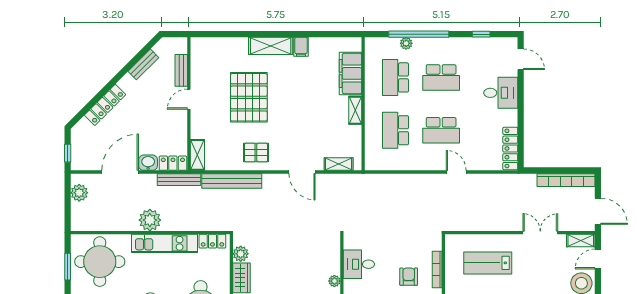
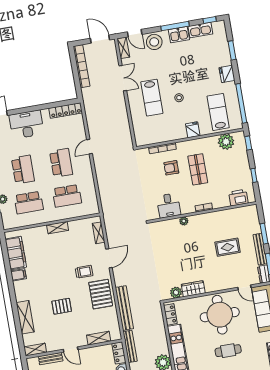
shelving: (271, 46) -> (25, 317), moved
shelving: (197, 52) -> (35, 350), added
filing cabinet: (350, 73) -> (16, 253), moved, turned -90
desk: (501, 93) -> (27, 124), width x1.37
pallet: (249, 97) -> (62, 306), width x0.49, depth x0.50
trolley: (290, 135) -> (84, 272), added
pallet: (256, 153) -> (101, 294), width x1.50, depth x1.42
shelving: (197, 155) -> (99, 338), moved
door: (598, 211) -> (100, 39), hinge flipped
double door: (540, 233) -> (123, 78), swing flipped
lab bench: (488, 263) -> (152, 98), moved

